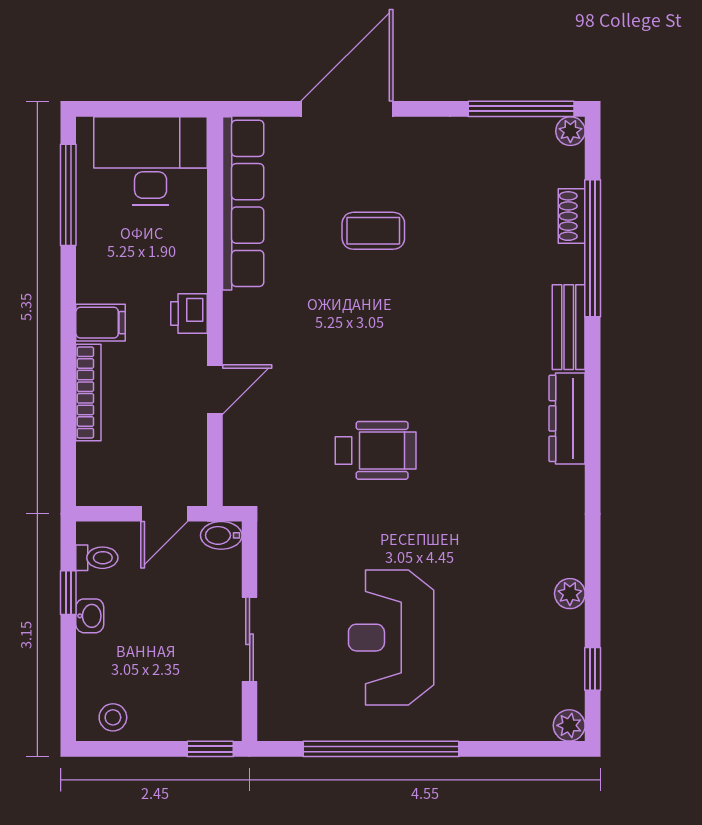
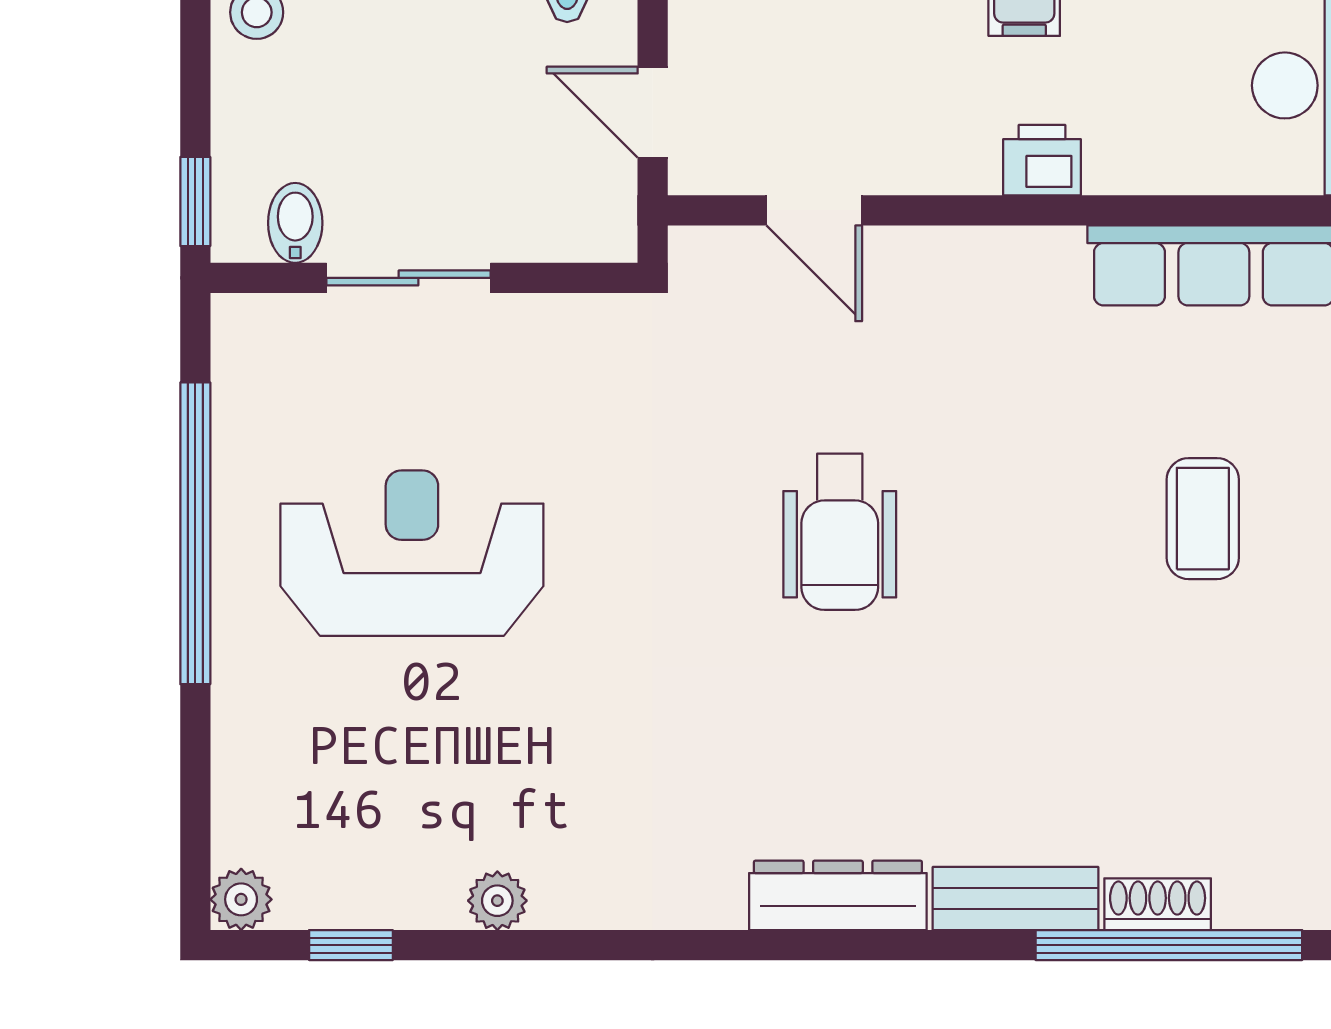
shoe rack: (572, 216) -> (1158, 904), moved
door: (215, 389) -> (814, 210), moved
wheelchair: (376, 450) -> (840, 532), moved
bidet: (221, 535) -> (295, 223), moved

